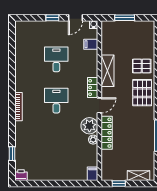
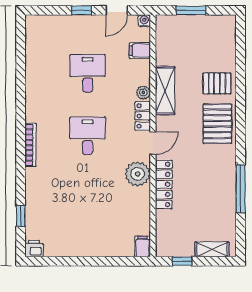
plant: (93, 140) -> (143, 92), moved

